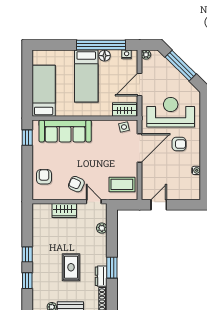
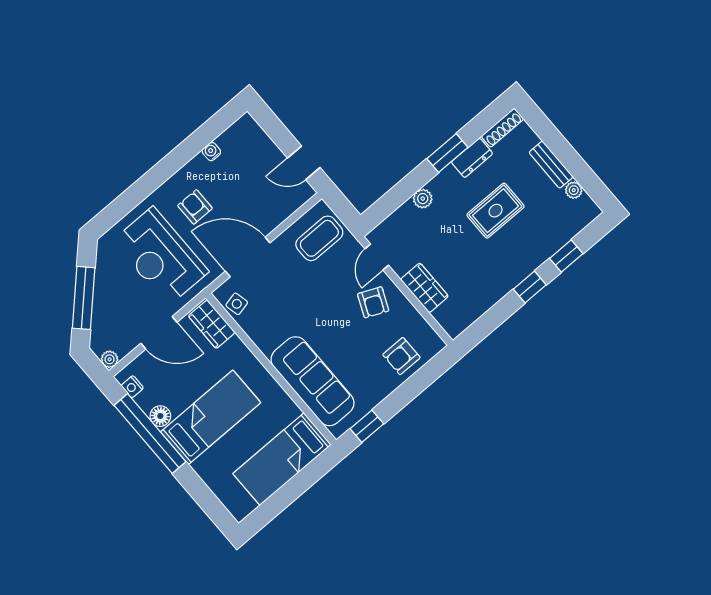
coffee table: (122, 184) -> (319, 238), turned 90
plant: (102, 228) -> (423, 199), moved

